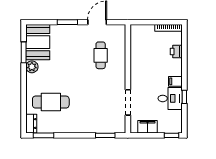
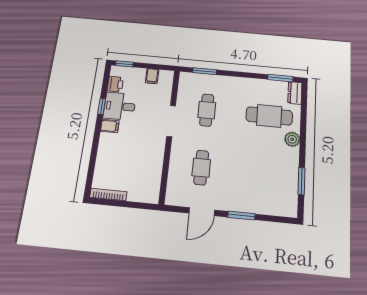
booth: (38, 42) -> (282, 193), removed
printer: (176, 51) -> (115, 84), moved
plant: (32, 67) -> (292, 139), moved
cafe table: (101, 102) -> (207, 110), added
doorway: (128, 102) -> (171, 121), moved
filing cabinet: (147, 127) -> (152, 76), width x0.50

